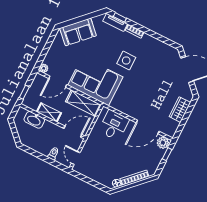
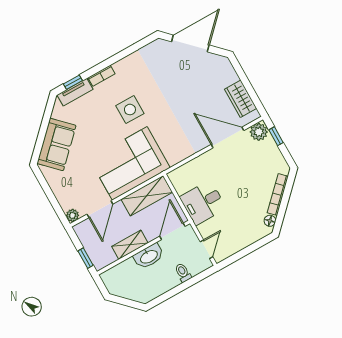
wardrobe: (180, 110) -> (241, 99), moved
washbasin: (34, 120) -> (149, 256), moved
desk: (114, 125) -> (203, 203), moved, turned -90
door: (148, 127) -> (228, 137), swing flipped
door: (76, 158) -> (206, 249), swing flipped

